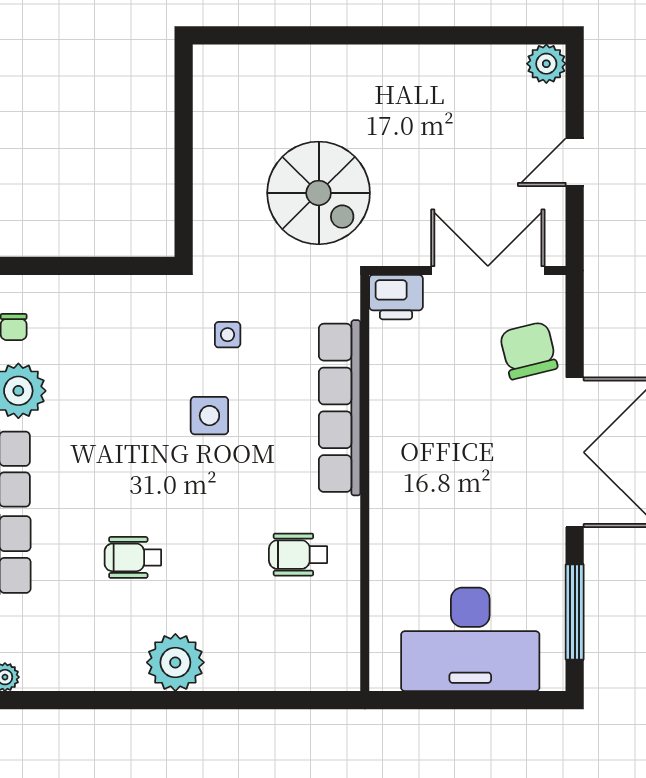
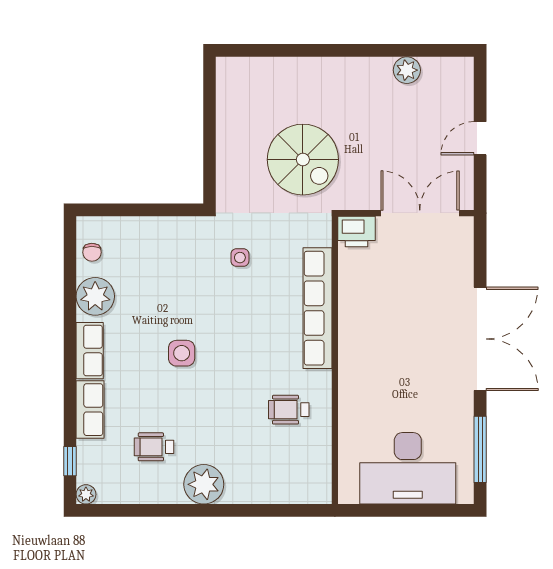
plant: (546, 64) -> (407, 70), moved
chair: (529, 350) -> (448, 268), removed
side table: (209, 416) -> (182, 353), moved
wheelchair: (133, 557) -> (154, 447), moved

